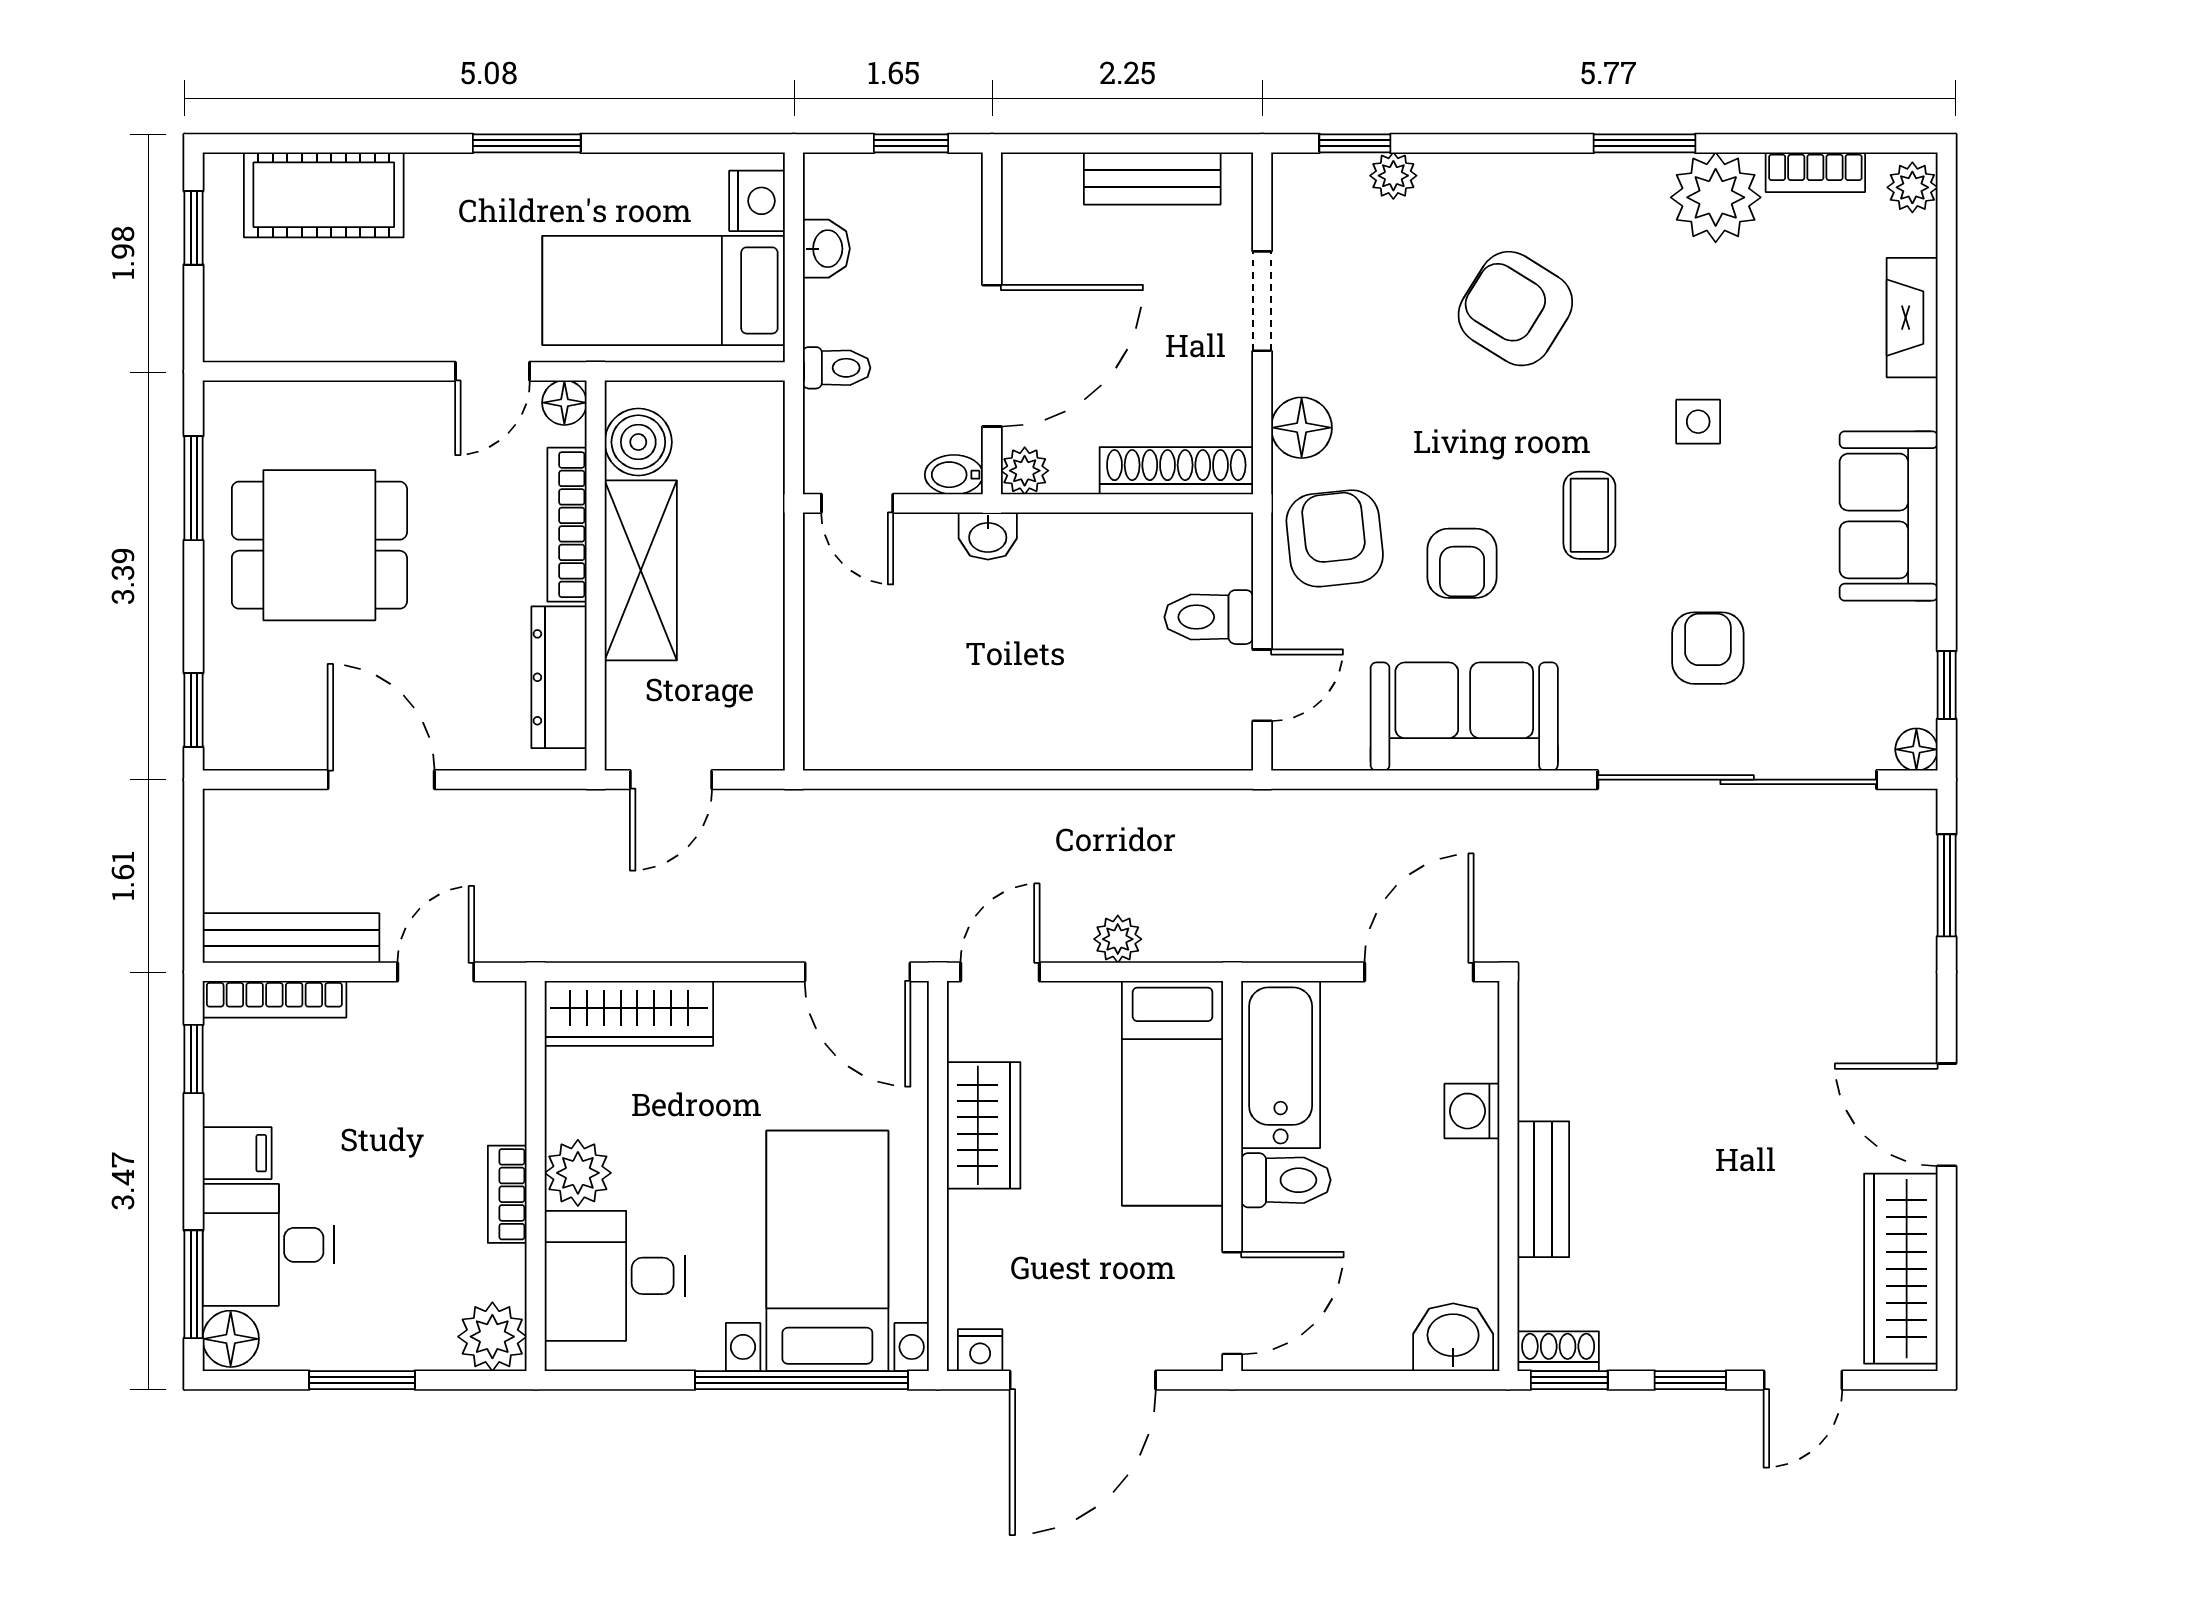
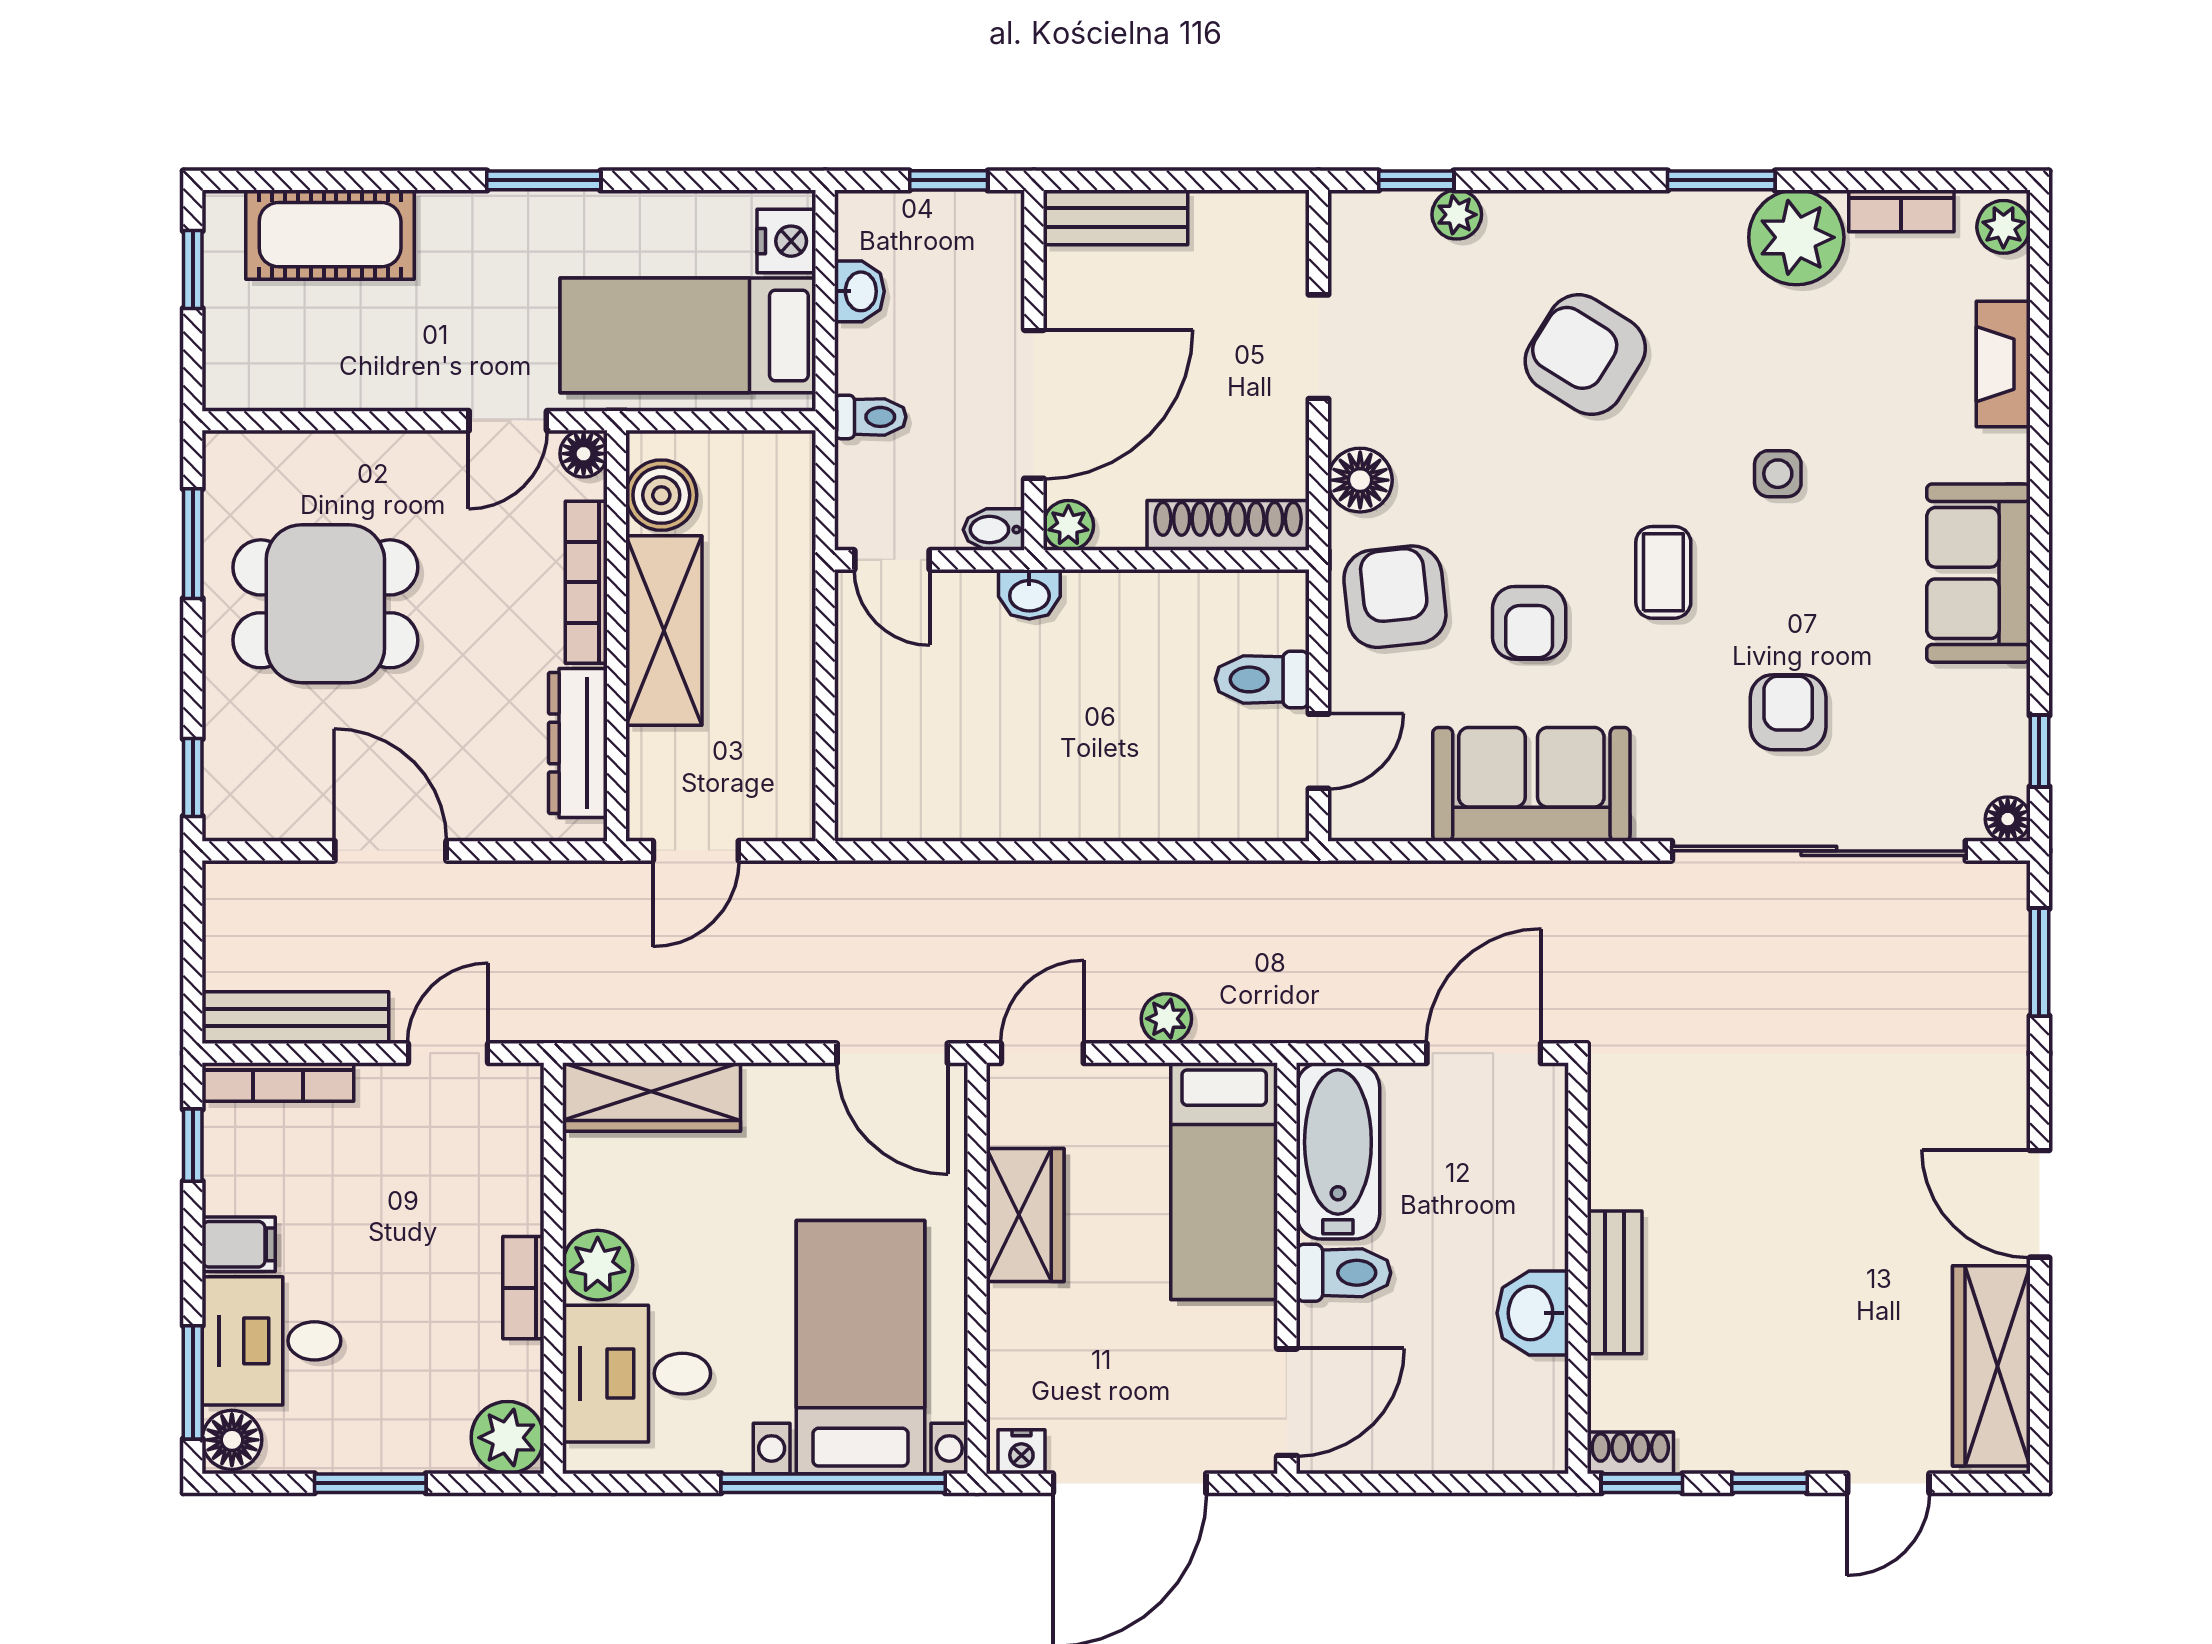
bench: (1152, 178) -> (1116, 217), moved
washing machine: (1472, 1111) -> (1539, 1200), removed
washbasin: (1453, 1337) -> (1533, 1313), moved, turned -90

